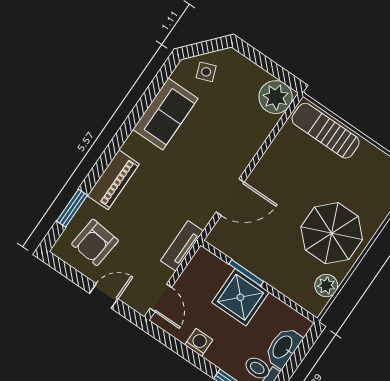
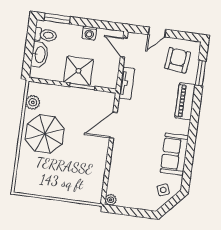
plant: (276, 97) -> (111, 200), width x0.53, depth x0.53
sun lounger: (326, 131) -> (78, 191), removed

